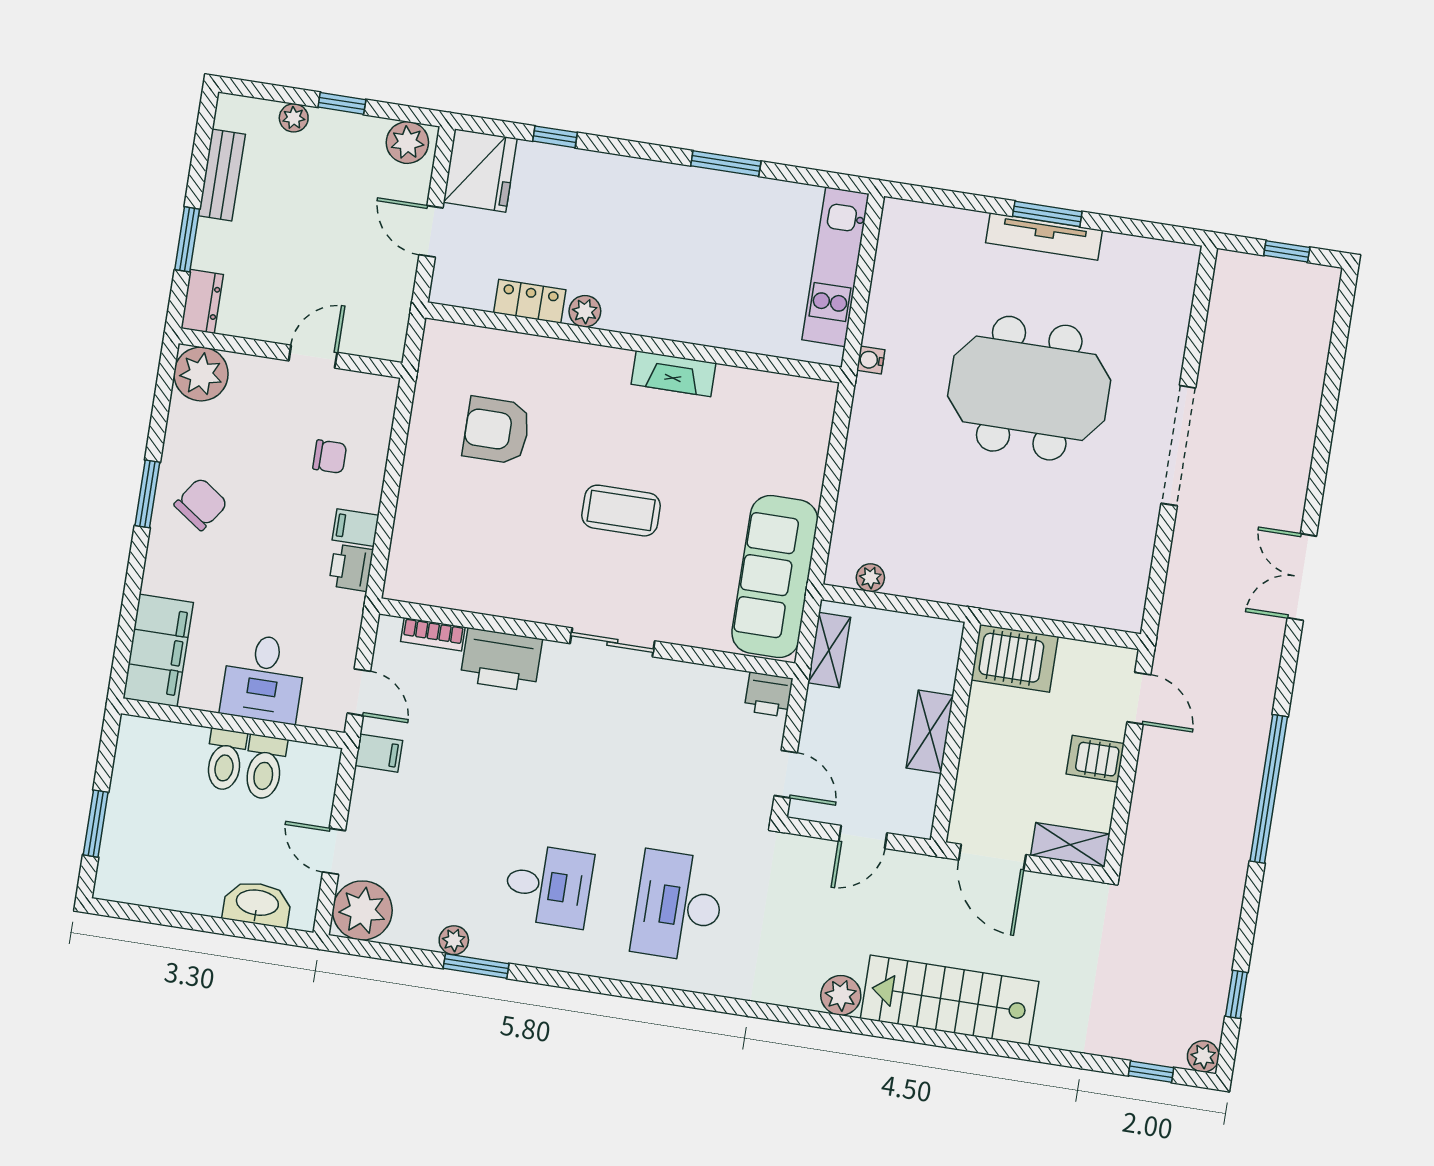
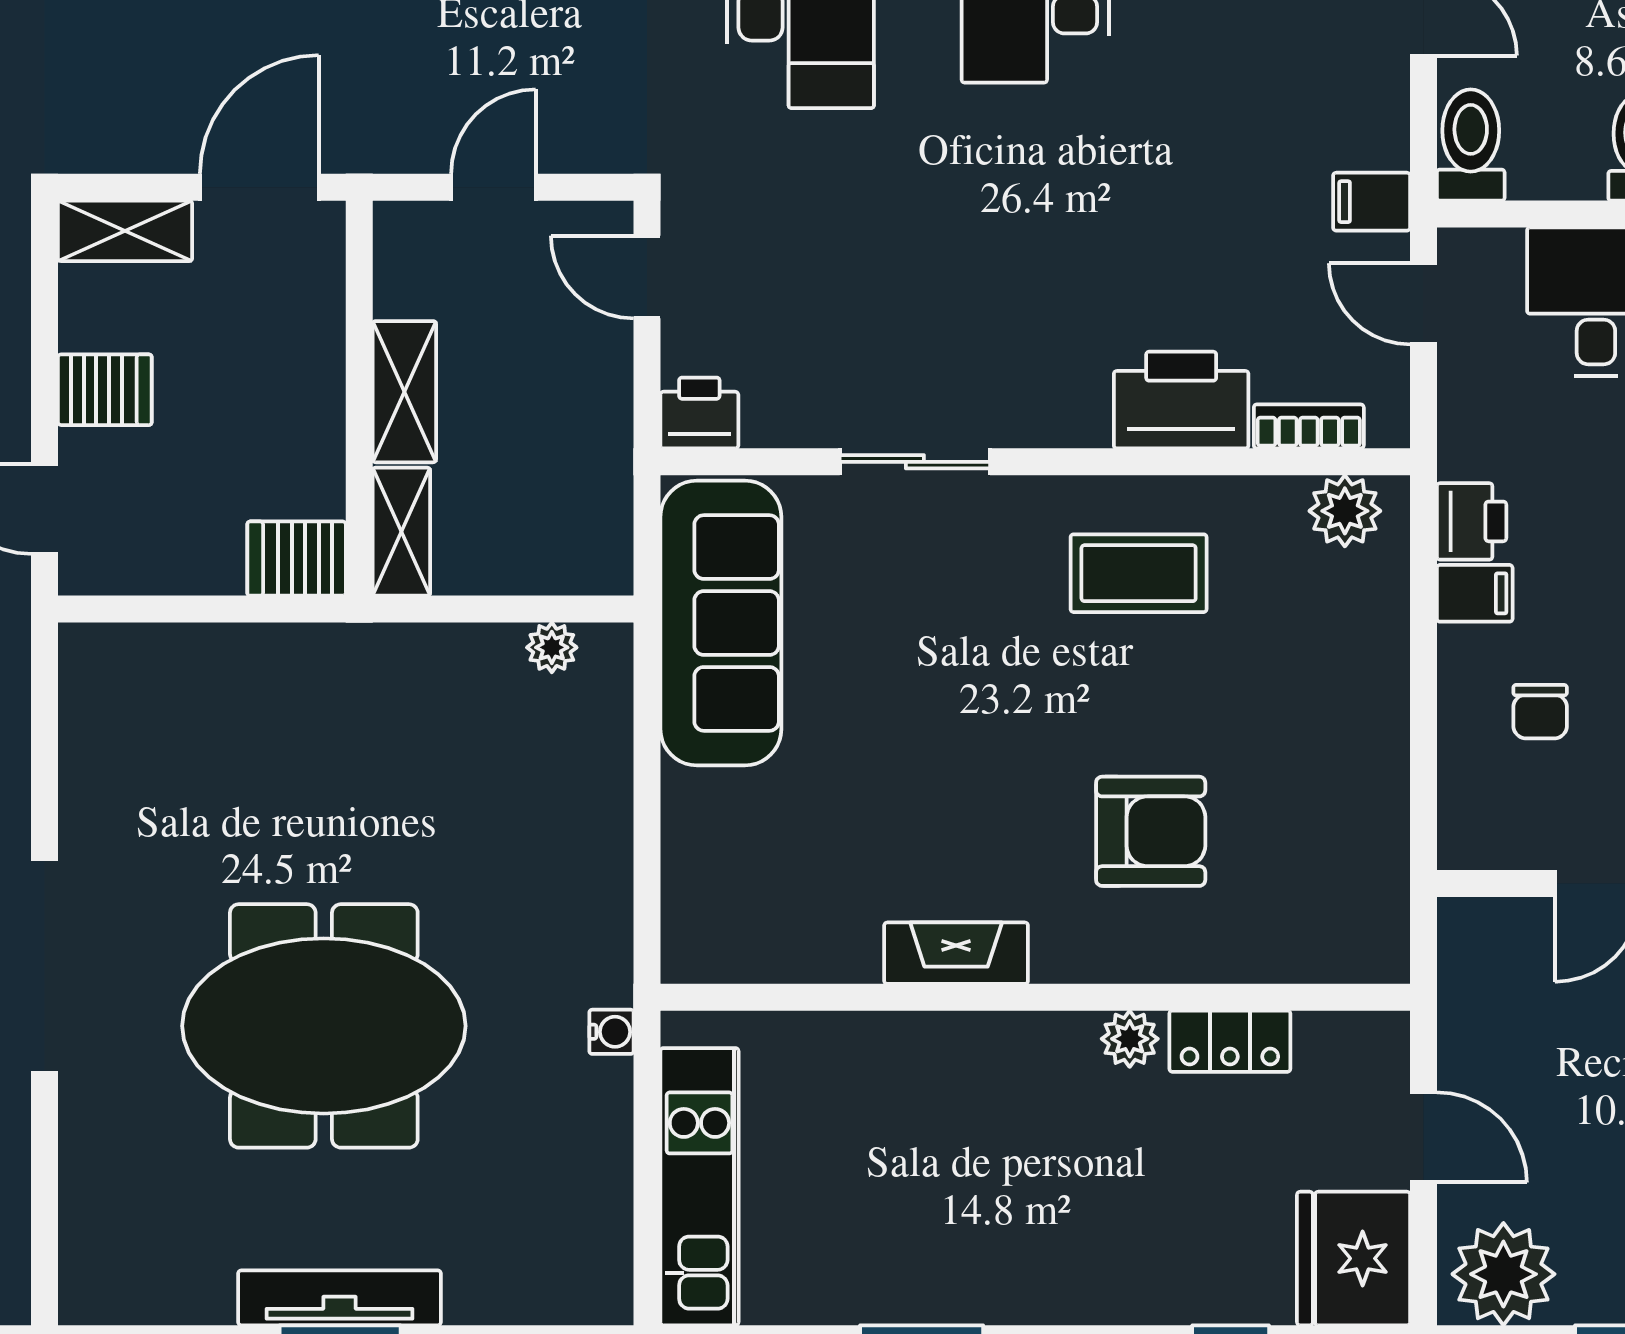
plant: (407, 142) -> (1503, 1274), width x1.36, depth x1.36
armchair: (497, 430) -> (1151, 831), moved
chair: (330, 457) -> (1540, 712), turned -90
coffee table: (621, 511) -> (1139, 573), moved
plant: (420, 584) -> (1345, 511), added
sliding door: (612, 642) -> (915, 462), moved
shelving: (829, 650) -> (401, 532), moved
server rack: (1015, 658) -> (297, 559), width x0.73, depth x0.70
toilet: (265, 767) -> (1471, 145), moved
door: (992, 857) -> (259, 187), hinge flipped

